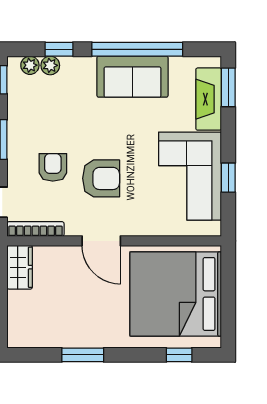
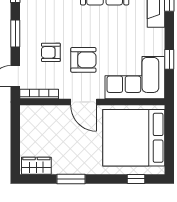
armchair: (53, 167) -> (51, 52), turned -90
corner sofa: (190, 176) -> (135, 78), moved, turned 90
wardrobe: (20, 267) -> (36, 166), moved, turned -90

